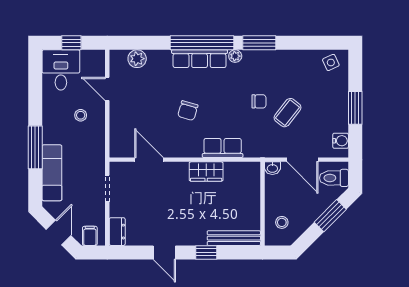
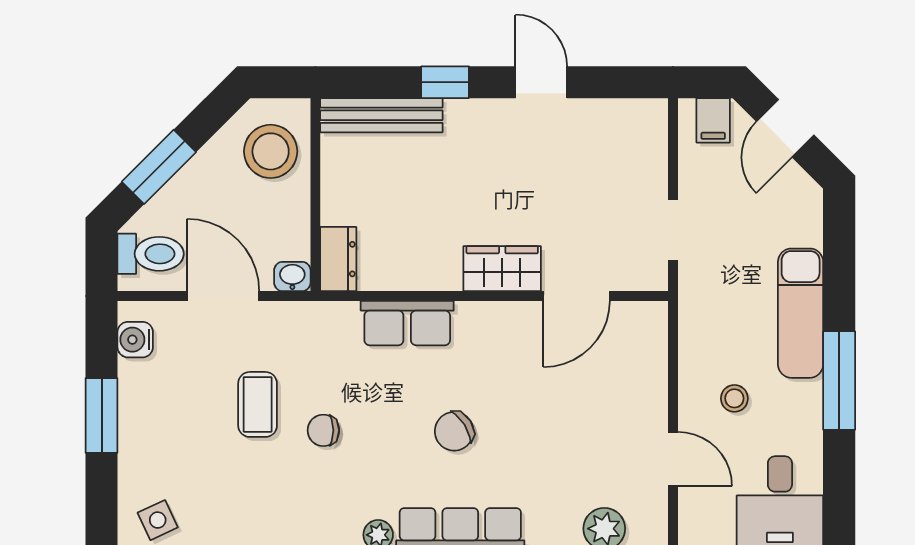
chair: (188, 111) -> (454, 431), moved, turned -138
coffee table: (287, 113) -> (258, 404), turned -38
window: (35, 147) -> (839, 381), moved
door: (149, 160) -> (577, 296), hinge flipped
wardrobe: (206, 171) -> (502, 269), moved
exam couch: (52, 173) -> (801, 313), moved
stool: (282, 222) -> (271, 151), width x1.89, depth x1.89
dresser: (117, 232) -> (338, 259), moved, turned 180

